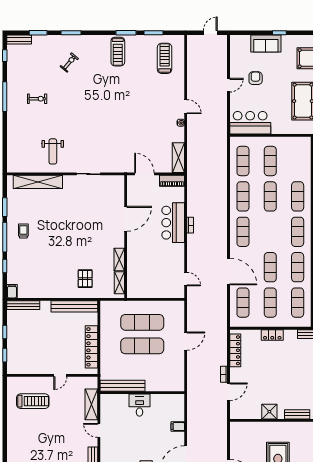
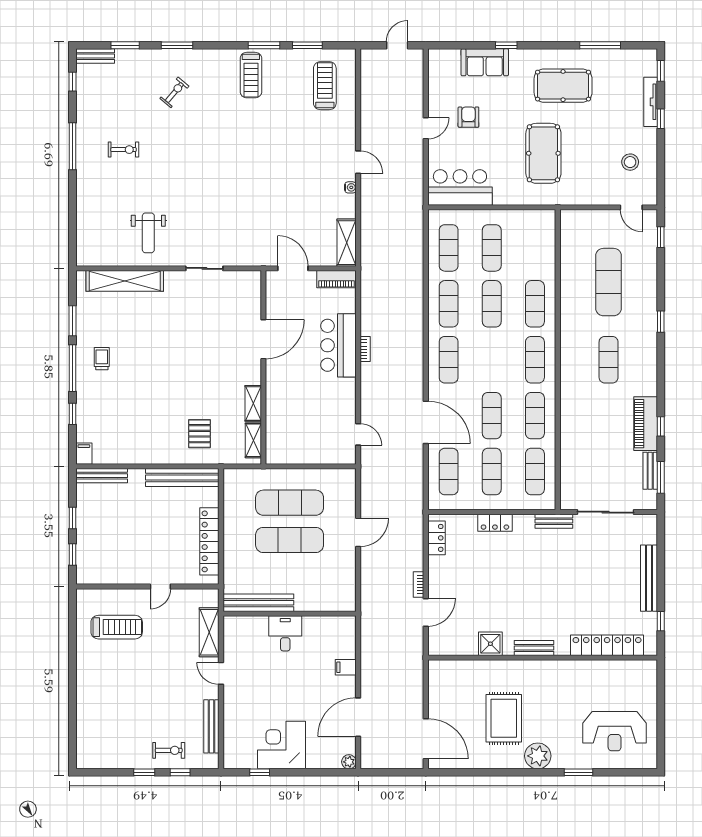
locker: (235, 350) -> (436, 538), width x0.66

